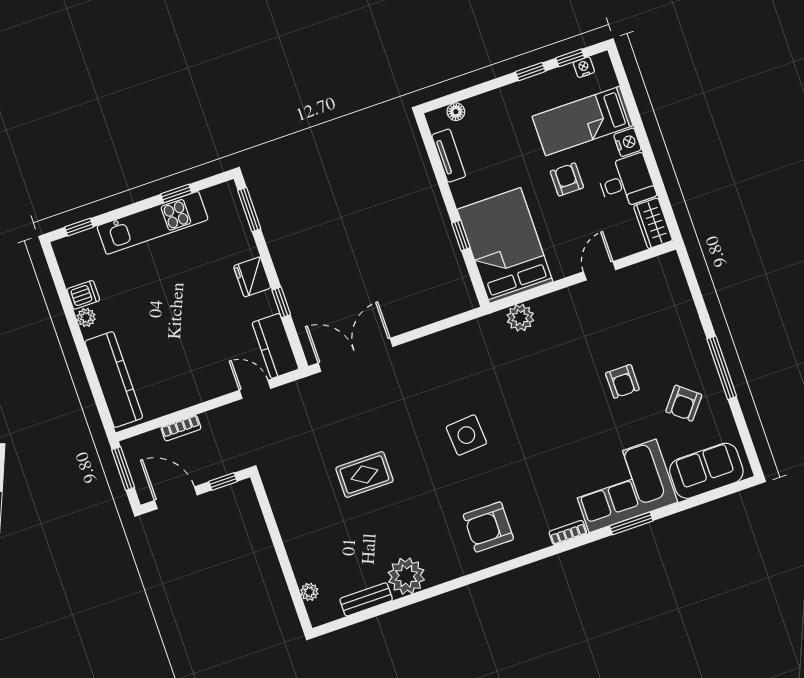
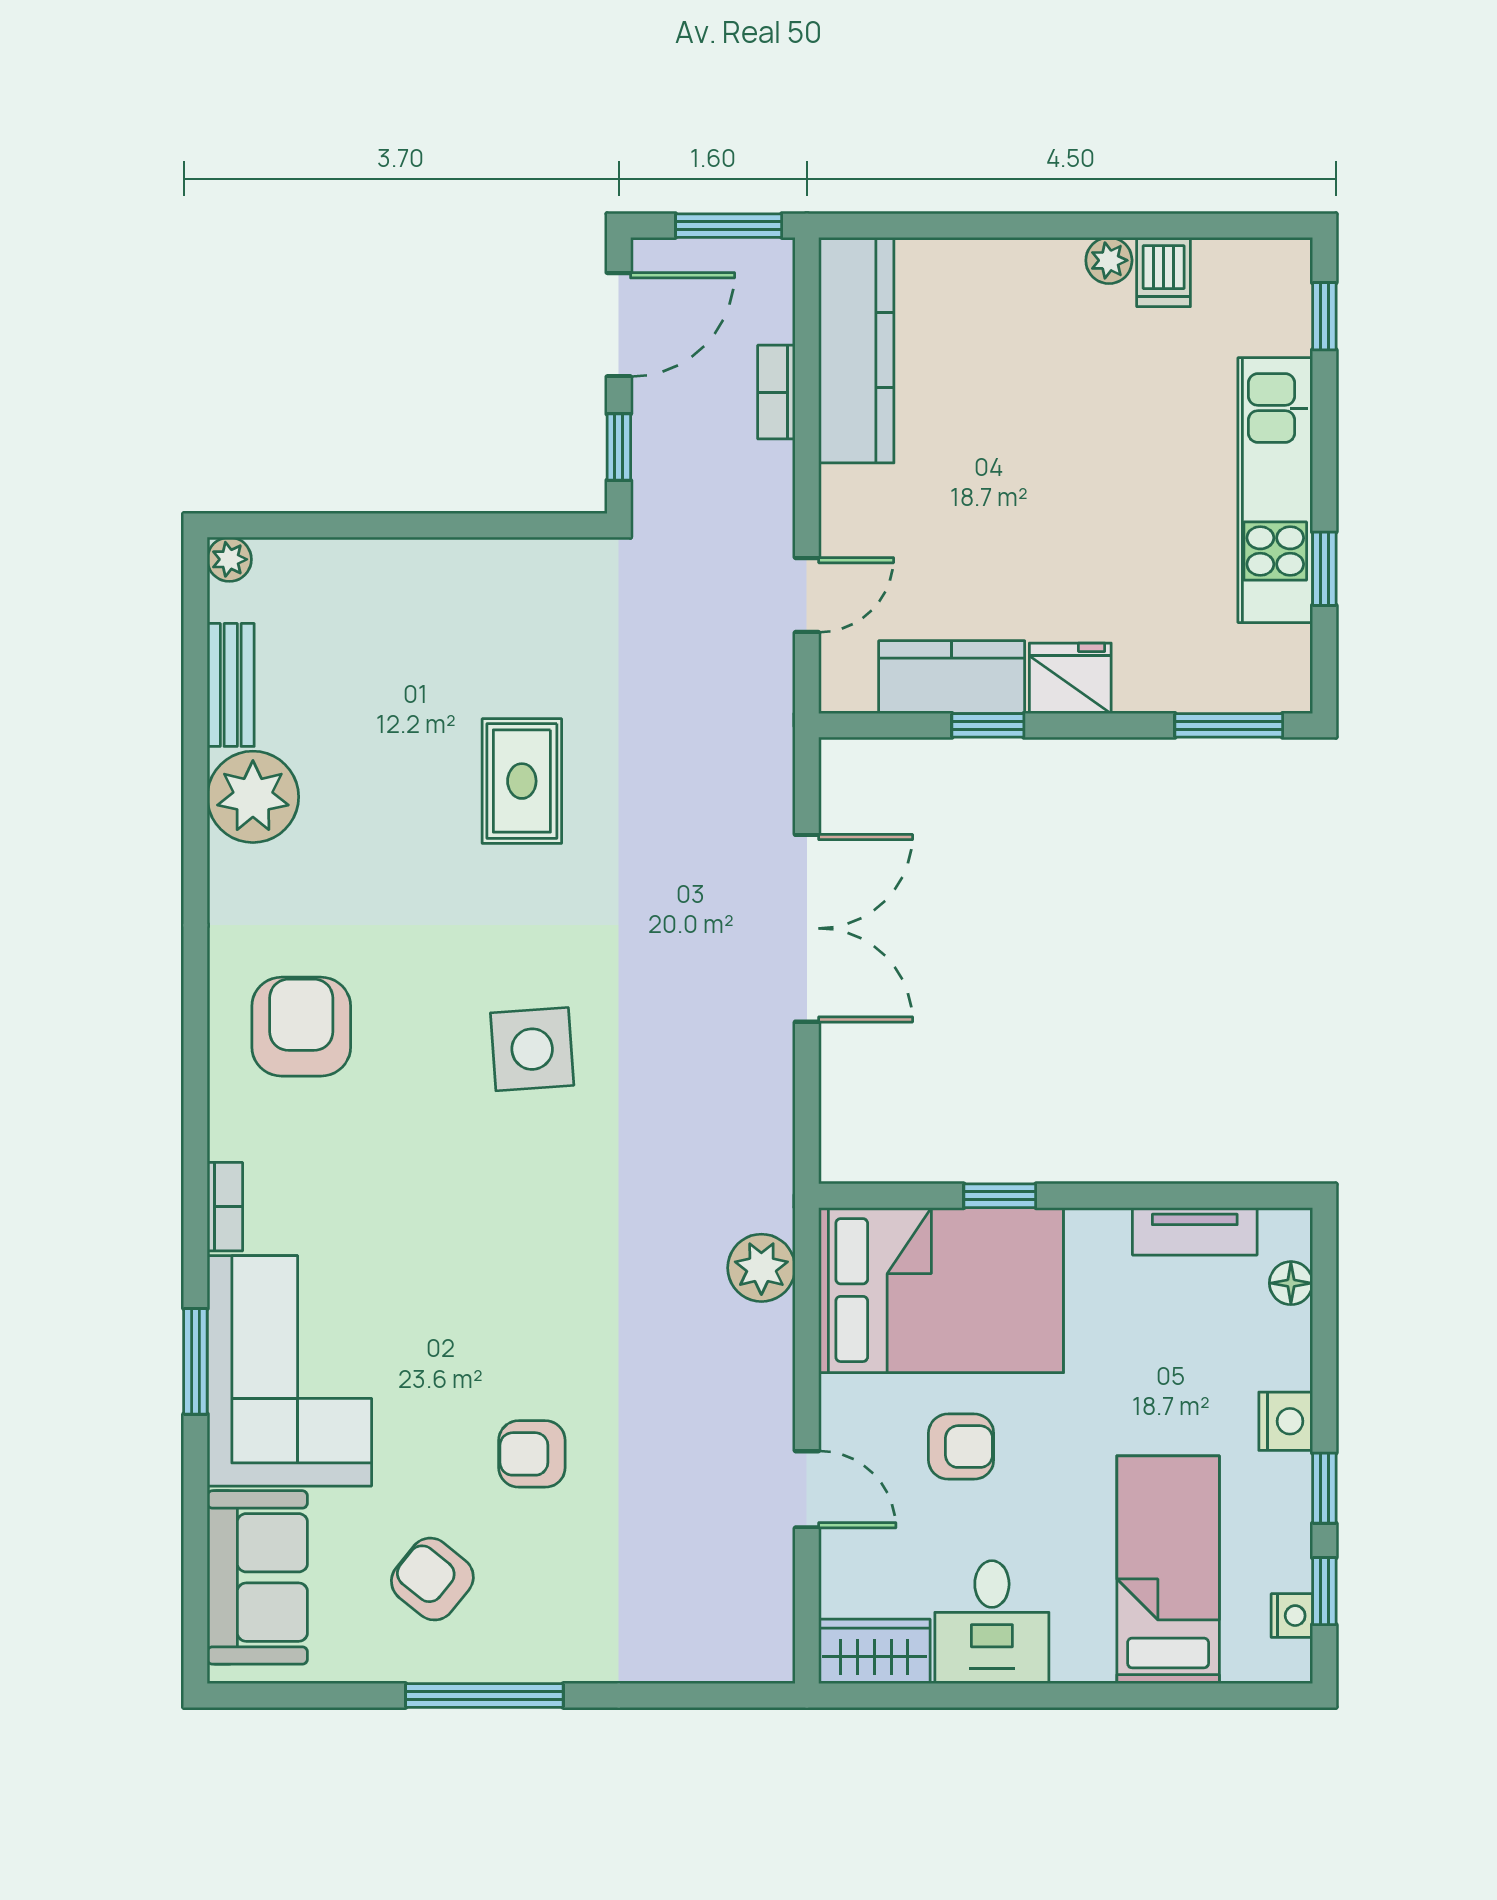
nightstand: (627, 142) -> (1286, 1421), moved, turned -90
armchair: (567, 179) -> (961, 1447), moved
kitchen counter: (275, 346) -> (952, 677), moved
double door: (355, 355) -> (807, 928), moved
kitchen counter: (114, 379) -> (856, 350), moved, turned -90
plant: (309, 592) -> (229, 559), moved

